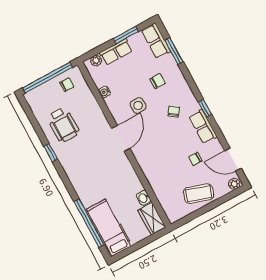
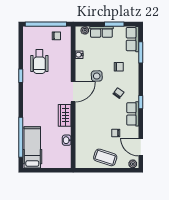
wardrobe: (152, 219) -> (65, 115), moved

